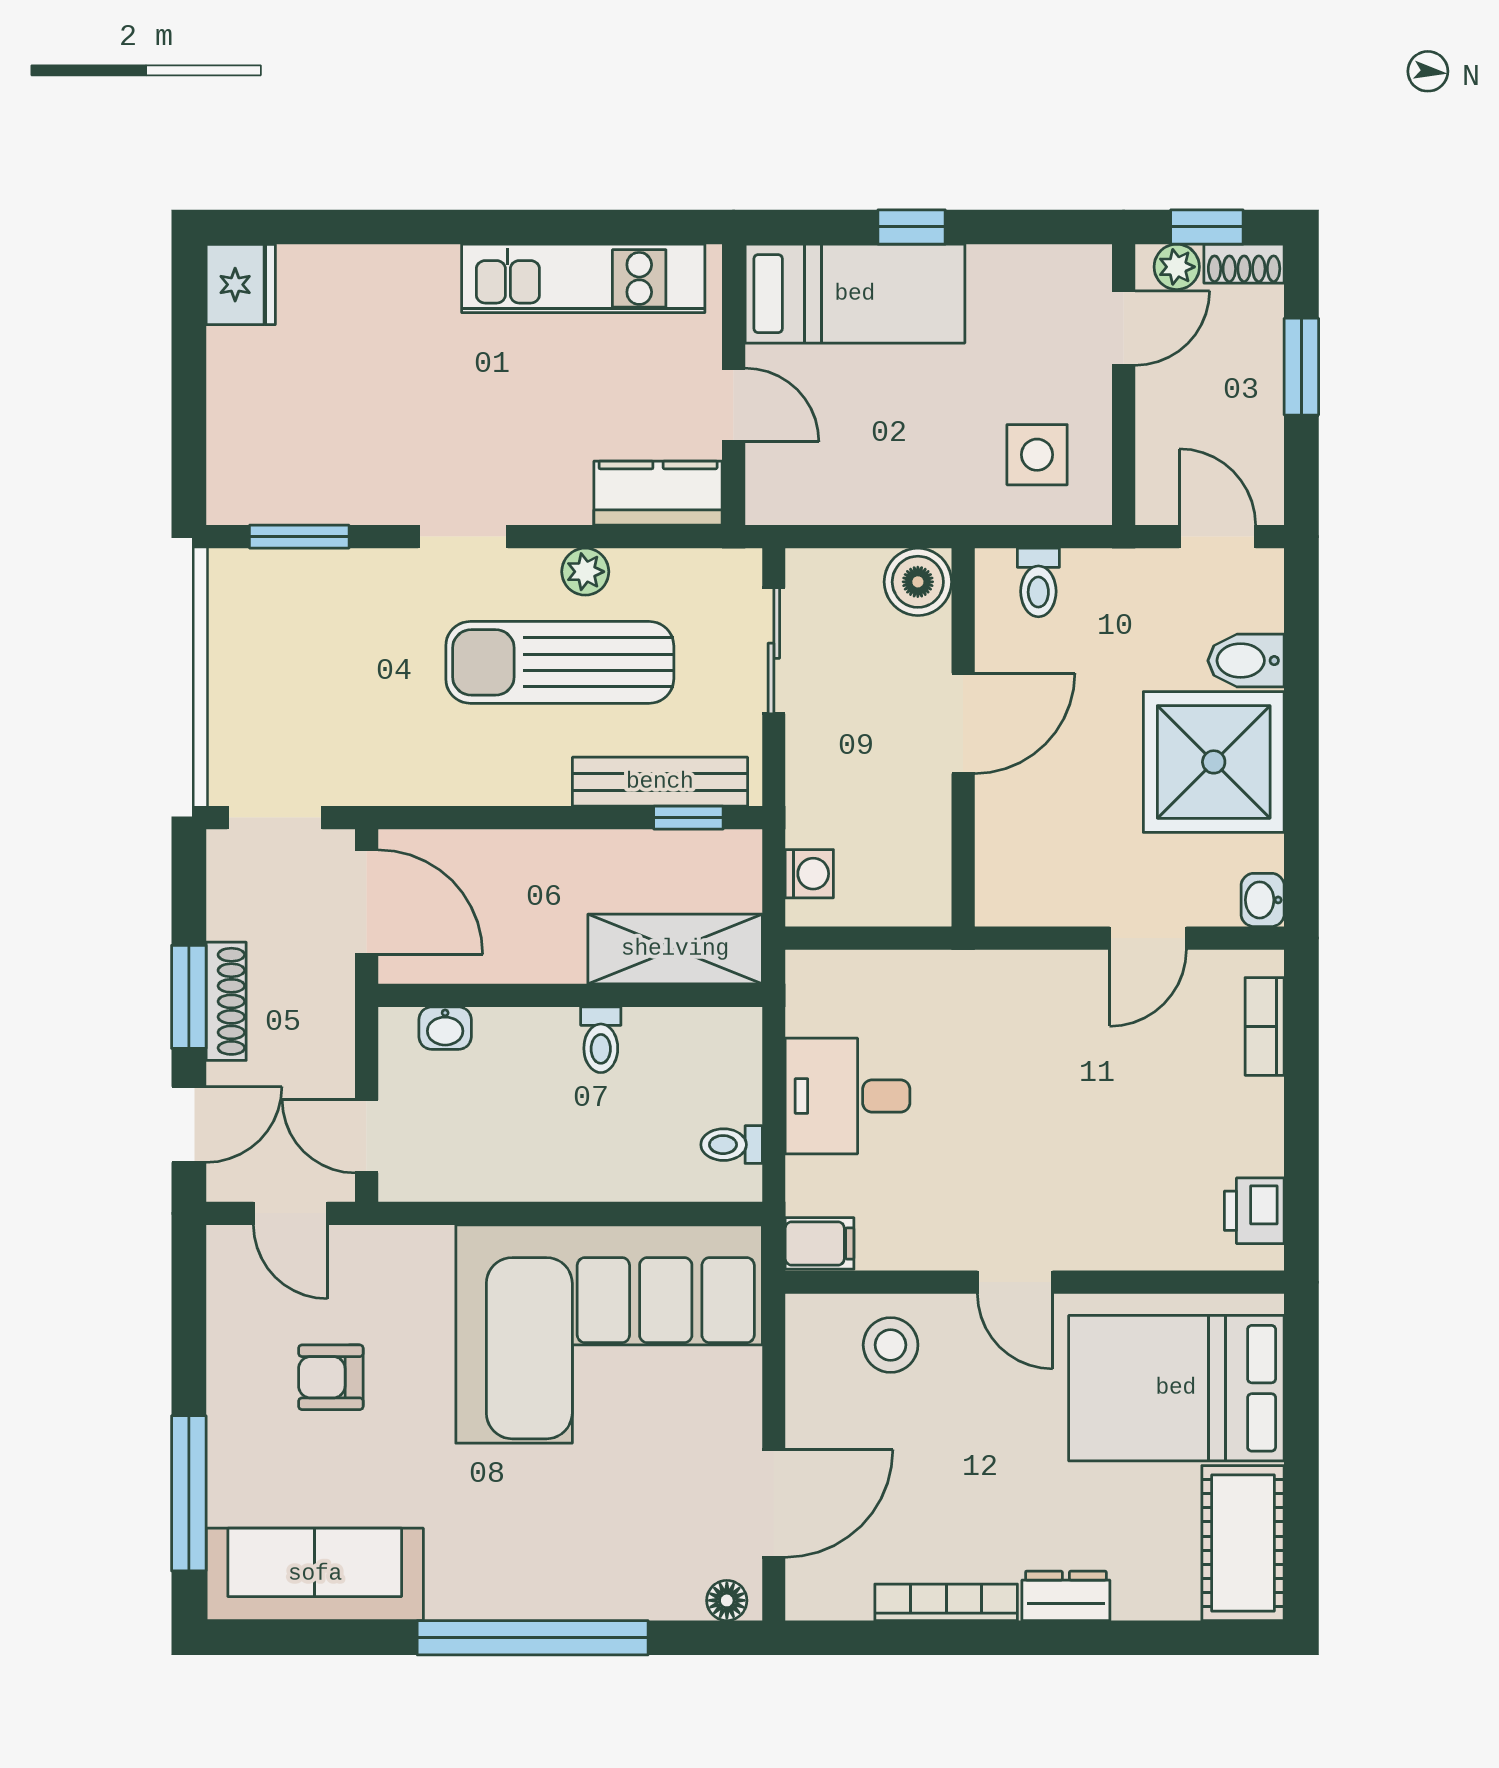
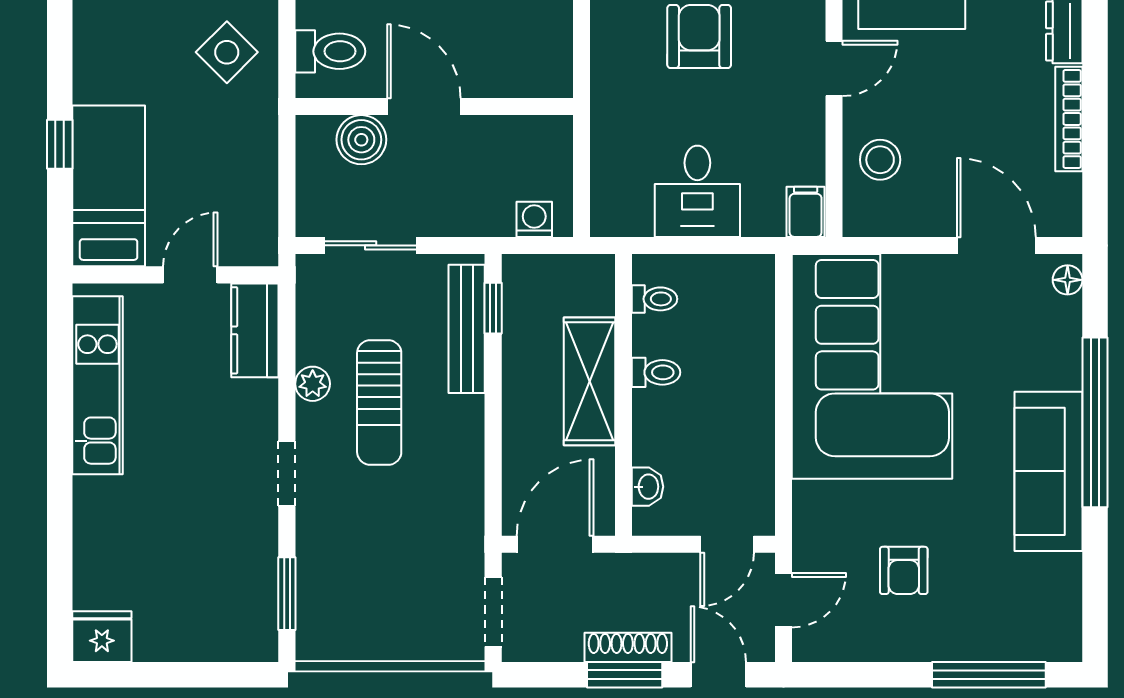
side table: (1037, 455) -> (227, 52), turned 45
boiler: (918, 582) -> (361, 140), moved
toilet: (1038, 582) -> (330, 51), width x1.37, depth x1.39
sun lounger: (560, 662) -> (379, 402), width x0.73, depth x0.75
shelving: (675, 949) -> (590, 381), moved
armchair: (1058, 1098) -> (699, 37), added
toilet: (732, 1145) -> (655, 299), moved, turned -90
sofa: (315, 1574) -> (1048, 471), moved

